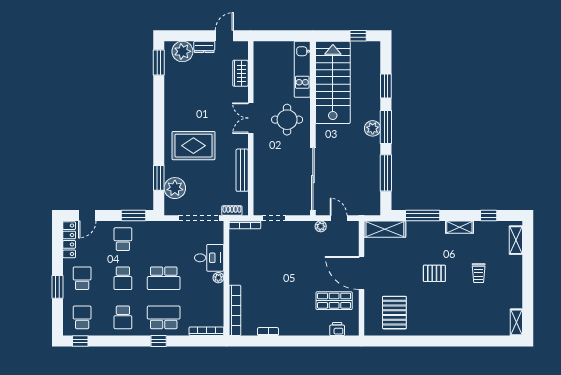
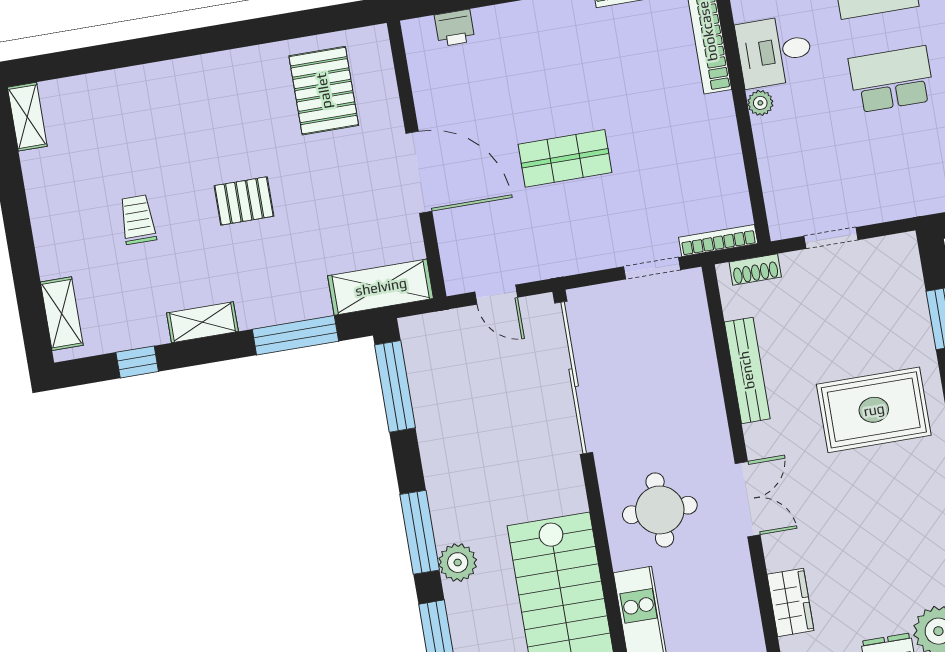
plant: (373, 128) -> (458, 563), moved
window: (386, 173) -> (395, 386), moved
plant: (175, 188) -> (901, 300), removed
doorway: (199, 218) -> (831, 238), width x0.53
plant: (321, 226) -> (536, 268), removed
desk: (209, 258) -> (775, 51), moved
shop shelf: (334, 301) -> (565, 158), moved

